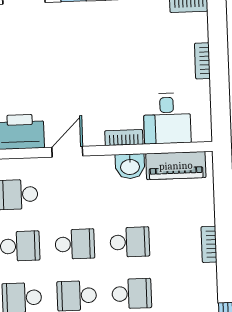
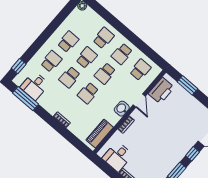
desk: (167, 118) -> (117, 157), moved, turned -90
washbasin: (130, 166) -> (122, 109), moved

